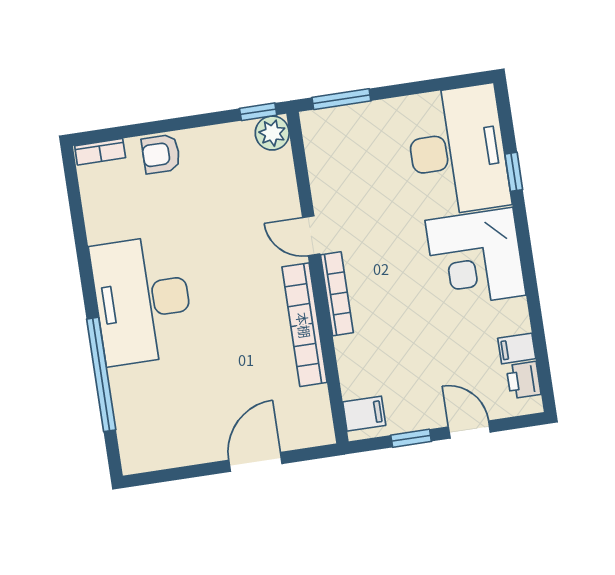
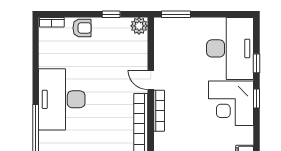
window: (258, 112) -> (111, 14), moved
armchair: (161, 154) -> (82, 28), turned 180
window: (524, 241) -> (256, 98), added

